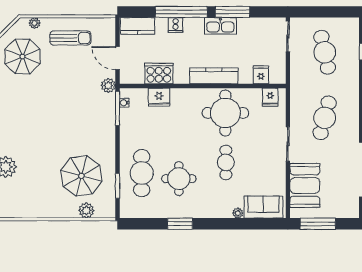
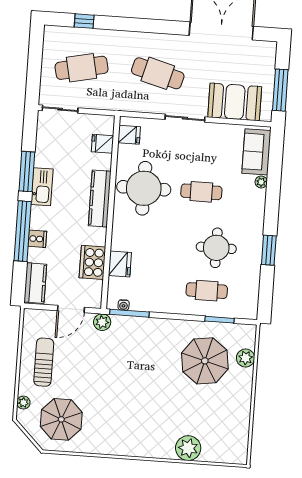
cafe table: (142, 173) -> (207, 291), width x0.73, depth x0.74

